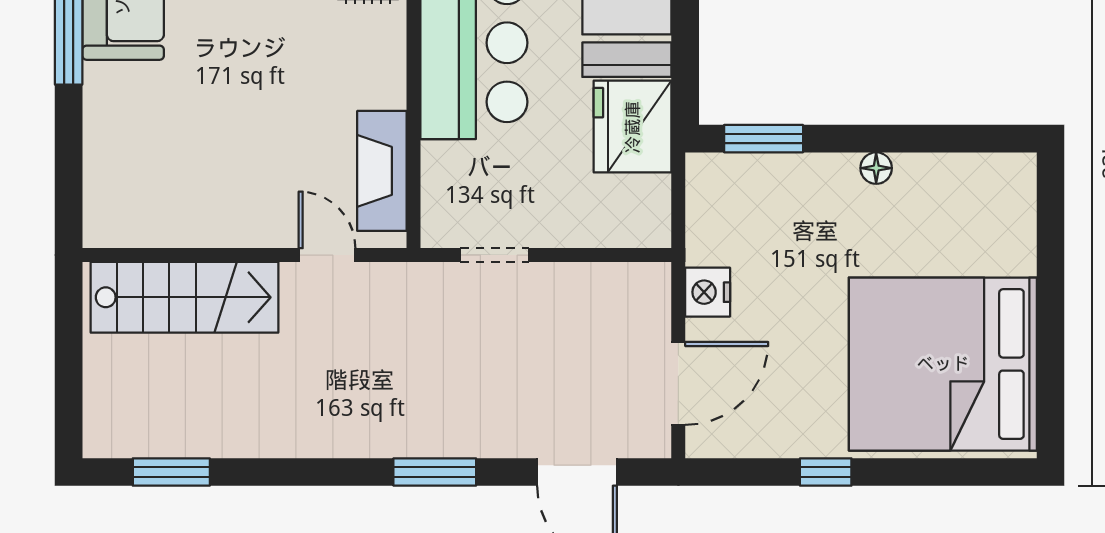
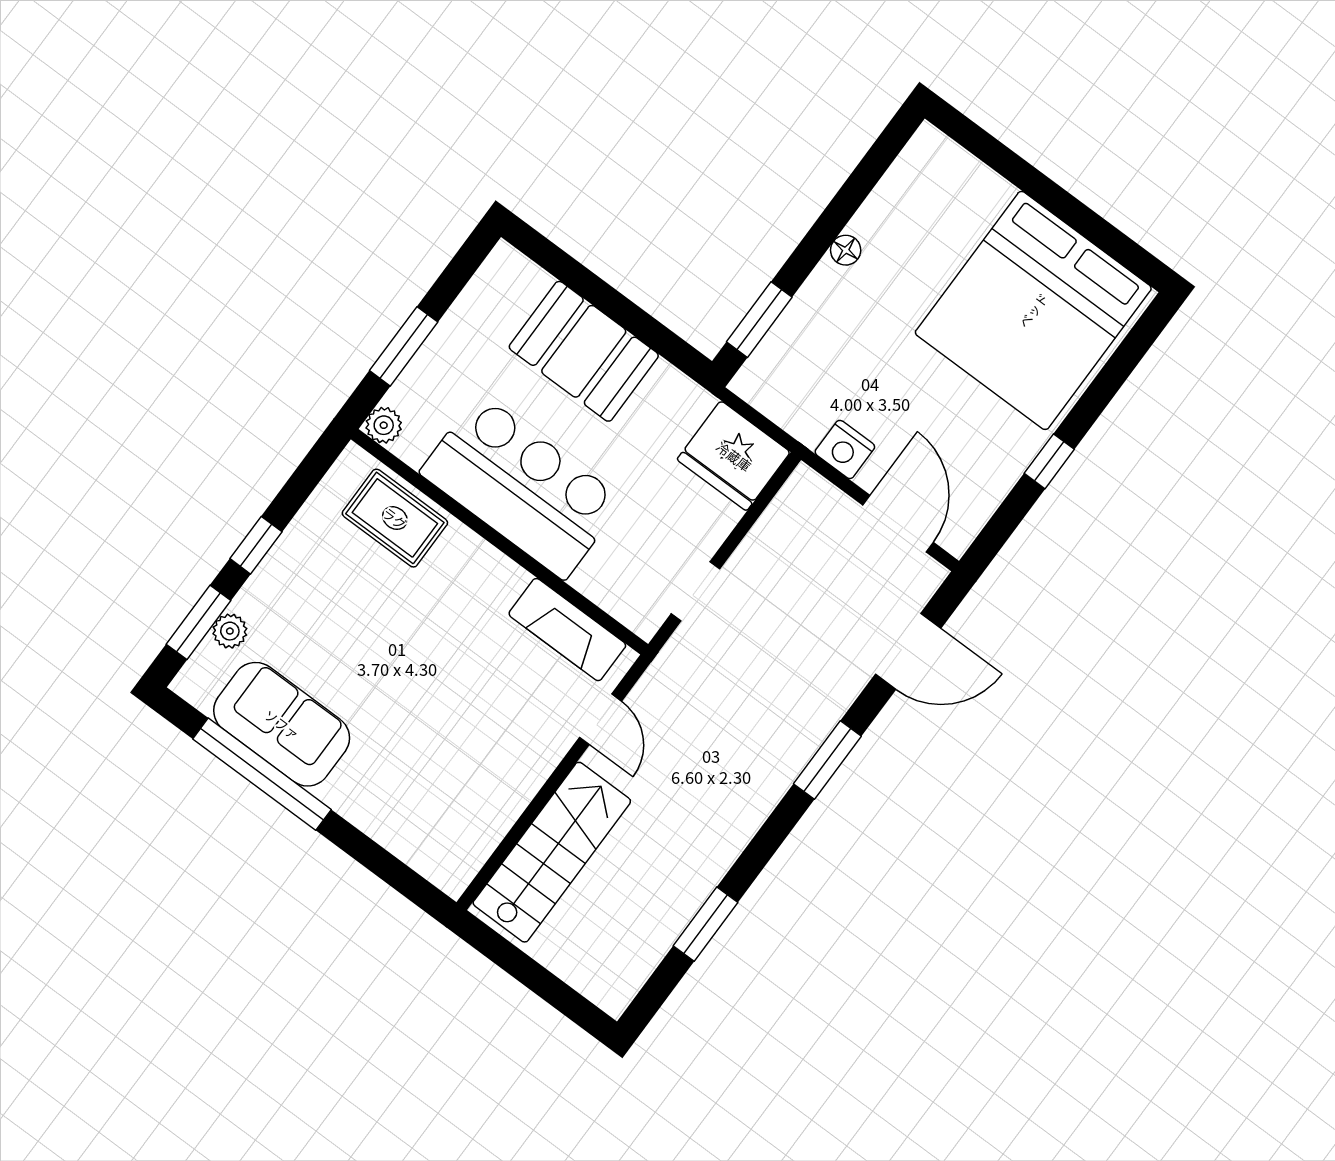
fridge: (633, 127) -> (734, 456), moved
door: (327, 255) -> (600, 719), swing flipped
window: (171, 472) -> (706, 924), moved

